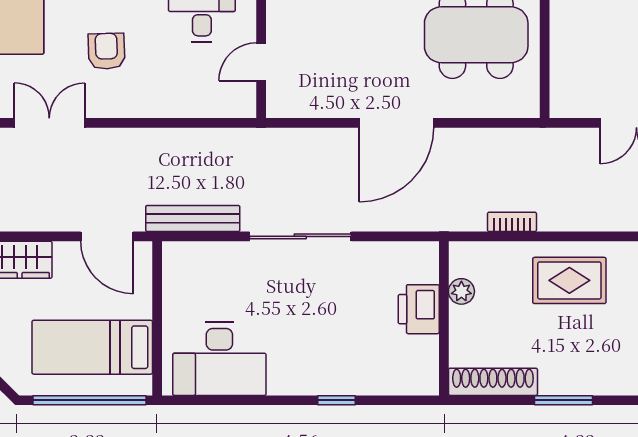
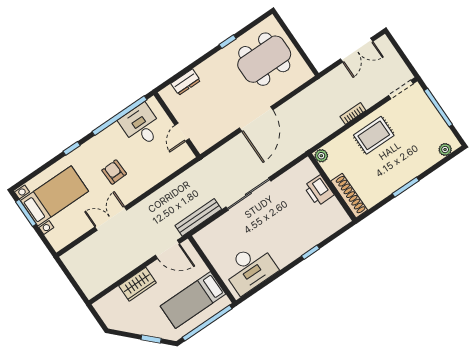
bookcase: (512, 222) -> (353, 114), moved
plant: (461, 291) -> (321, 156), moved
shoe rack: (493, 382) -> (349, 196), moved, turned 90

